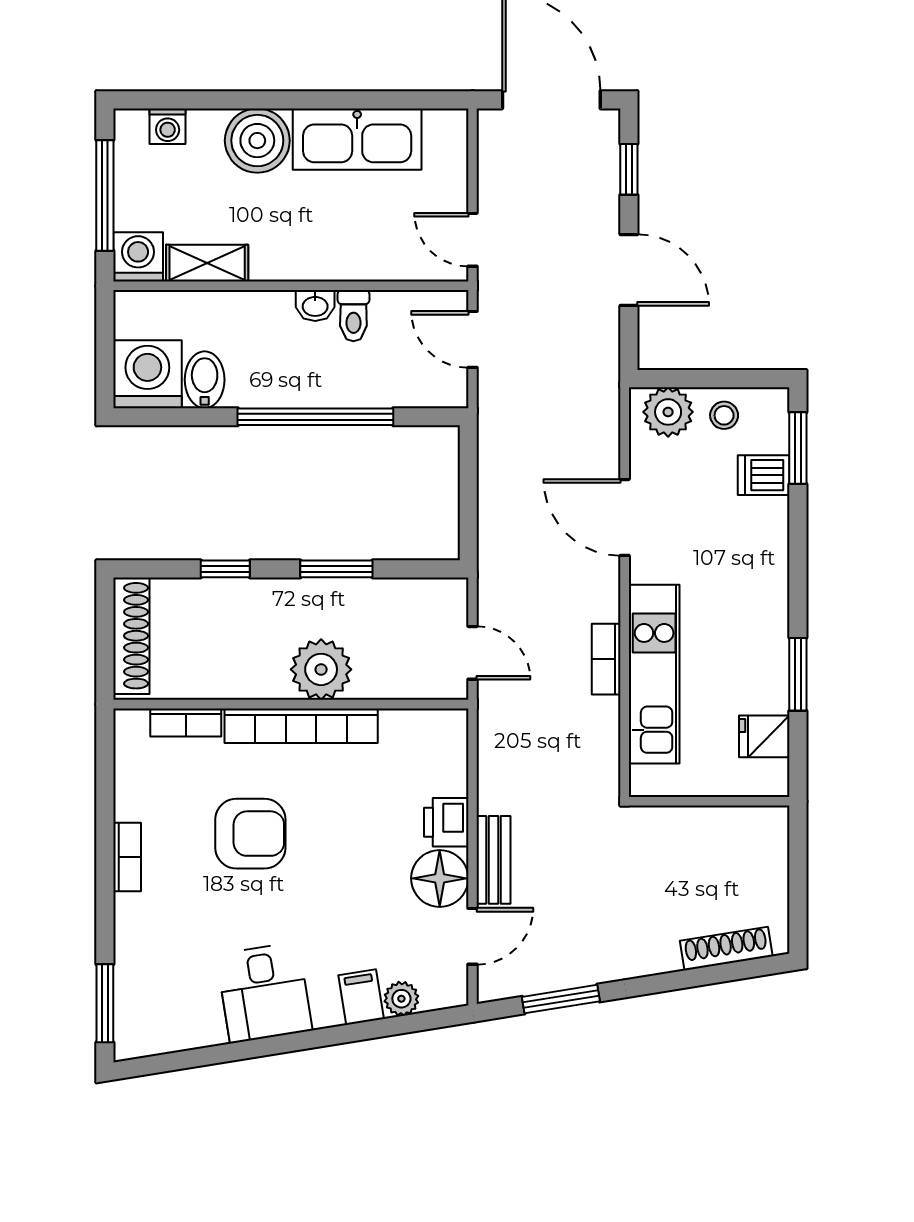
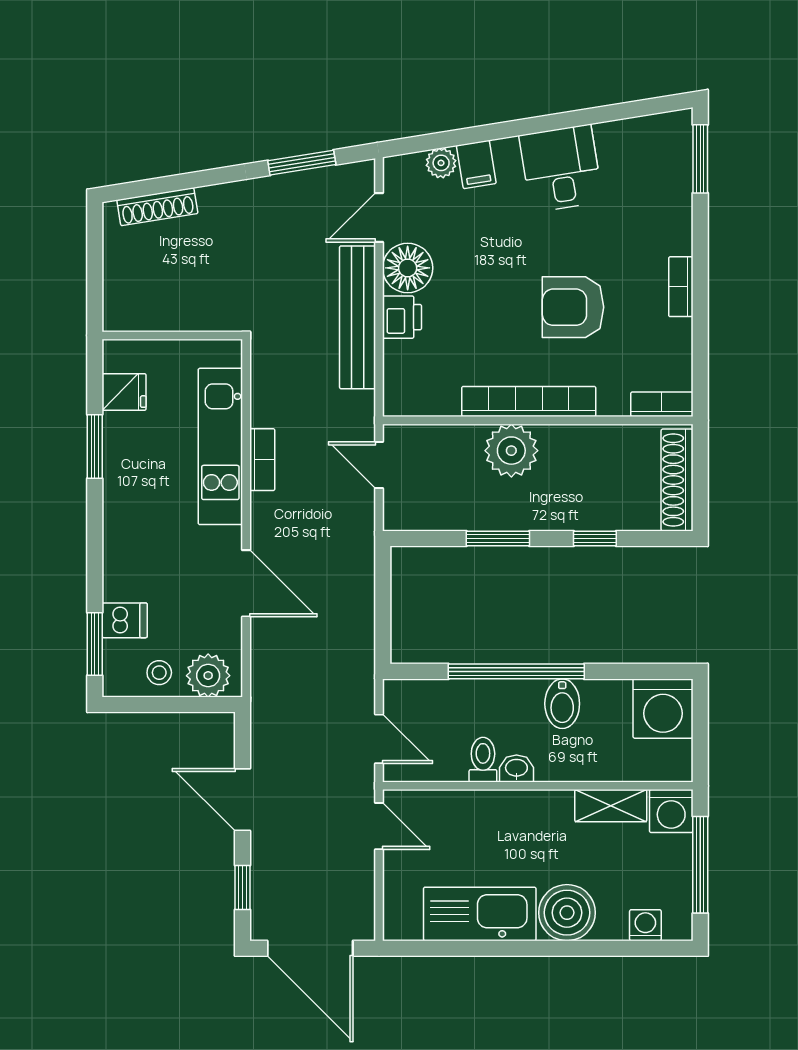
bidet: (205, 380) -> (562, 704), moved
bookcase: (186, 722) -> (662, 404), moved
bench: (493, 860) -> (358, 317), width x1.86, depth x1.21

